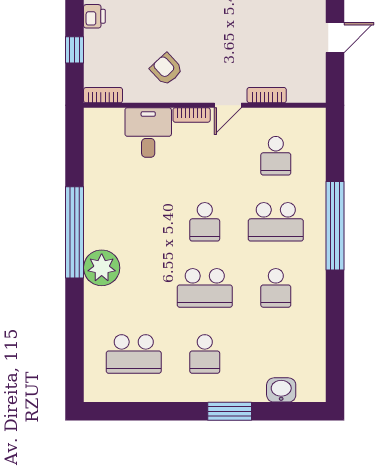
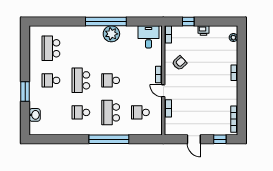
desk: (148, 132) -> (149, 37), moved, turned -90
plant: (102, 268) -> (111, 34), moved

